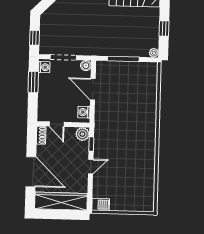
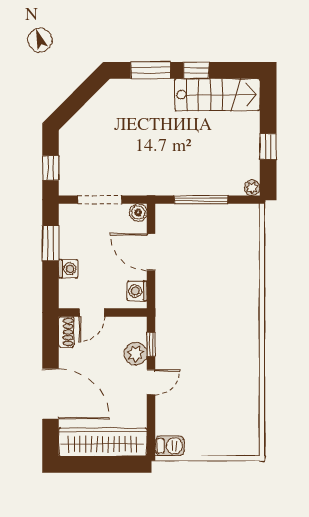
washing machine: (44, 67) -> (68, 269), moved
door: (57, 124) -> (92, 313), hinge flipped
plant: (82, 134) -> (136, 354), moved

